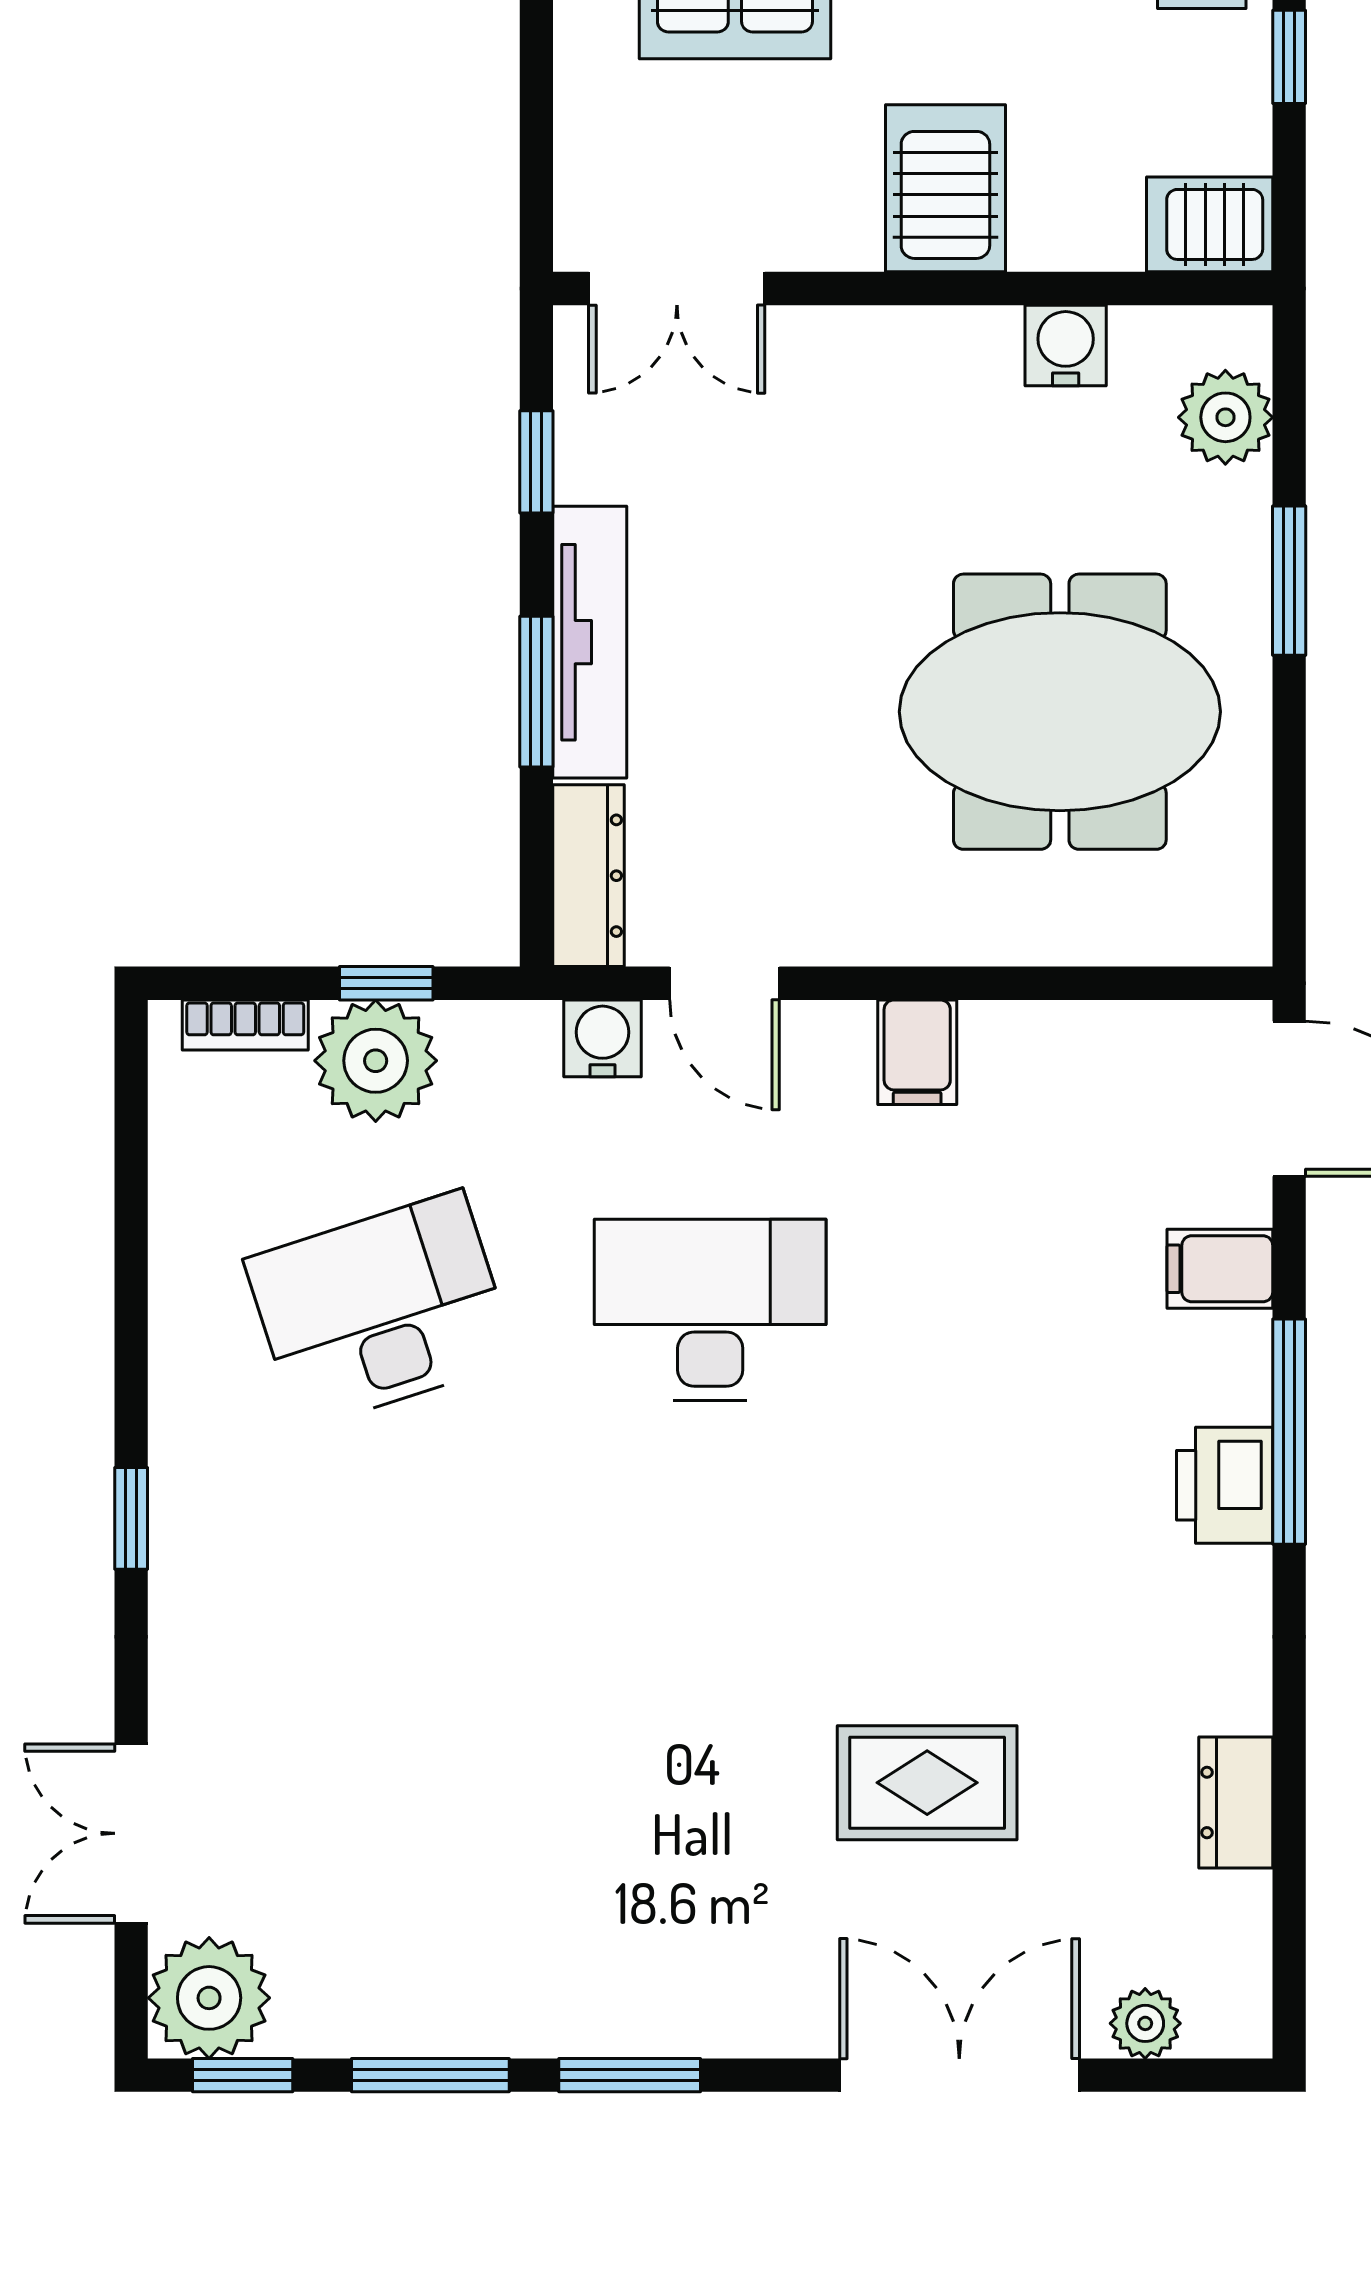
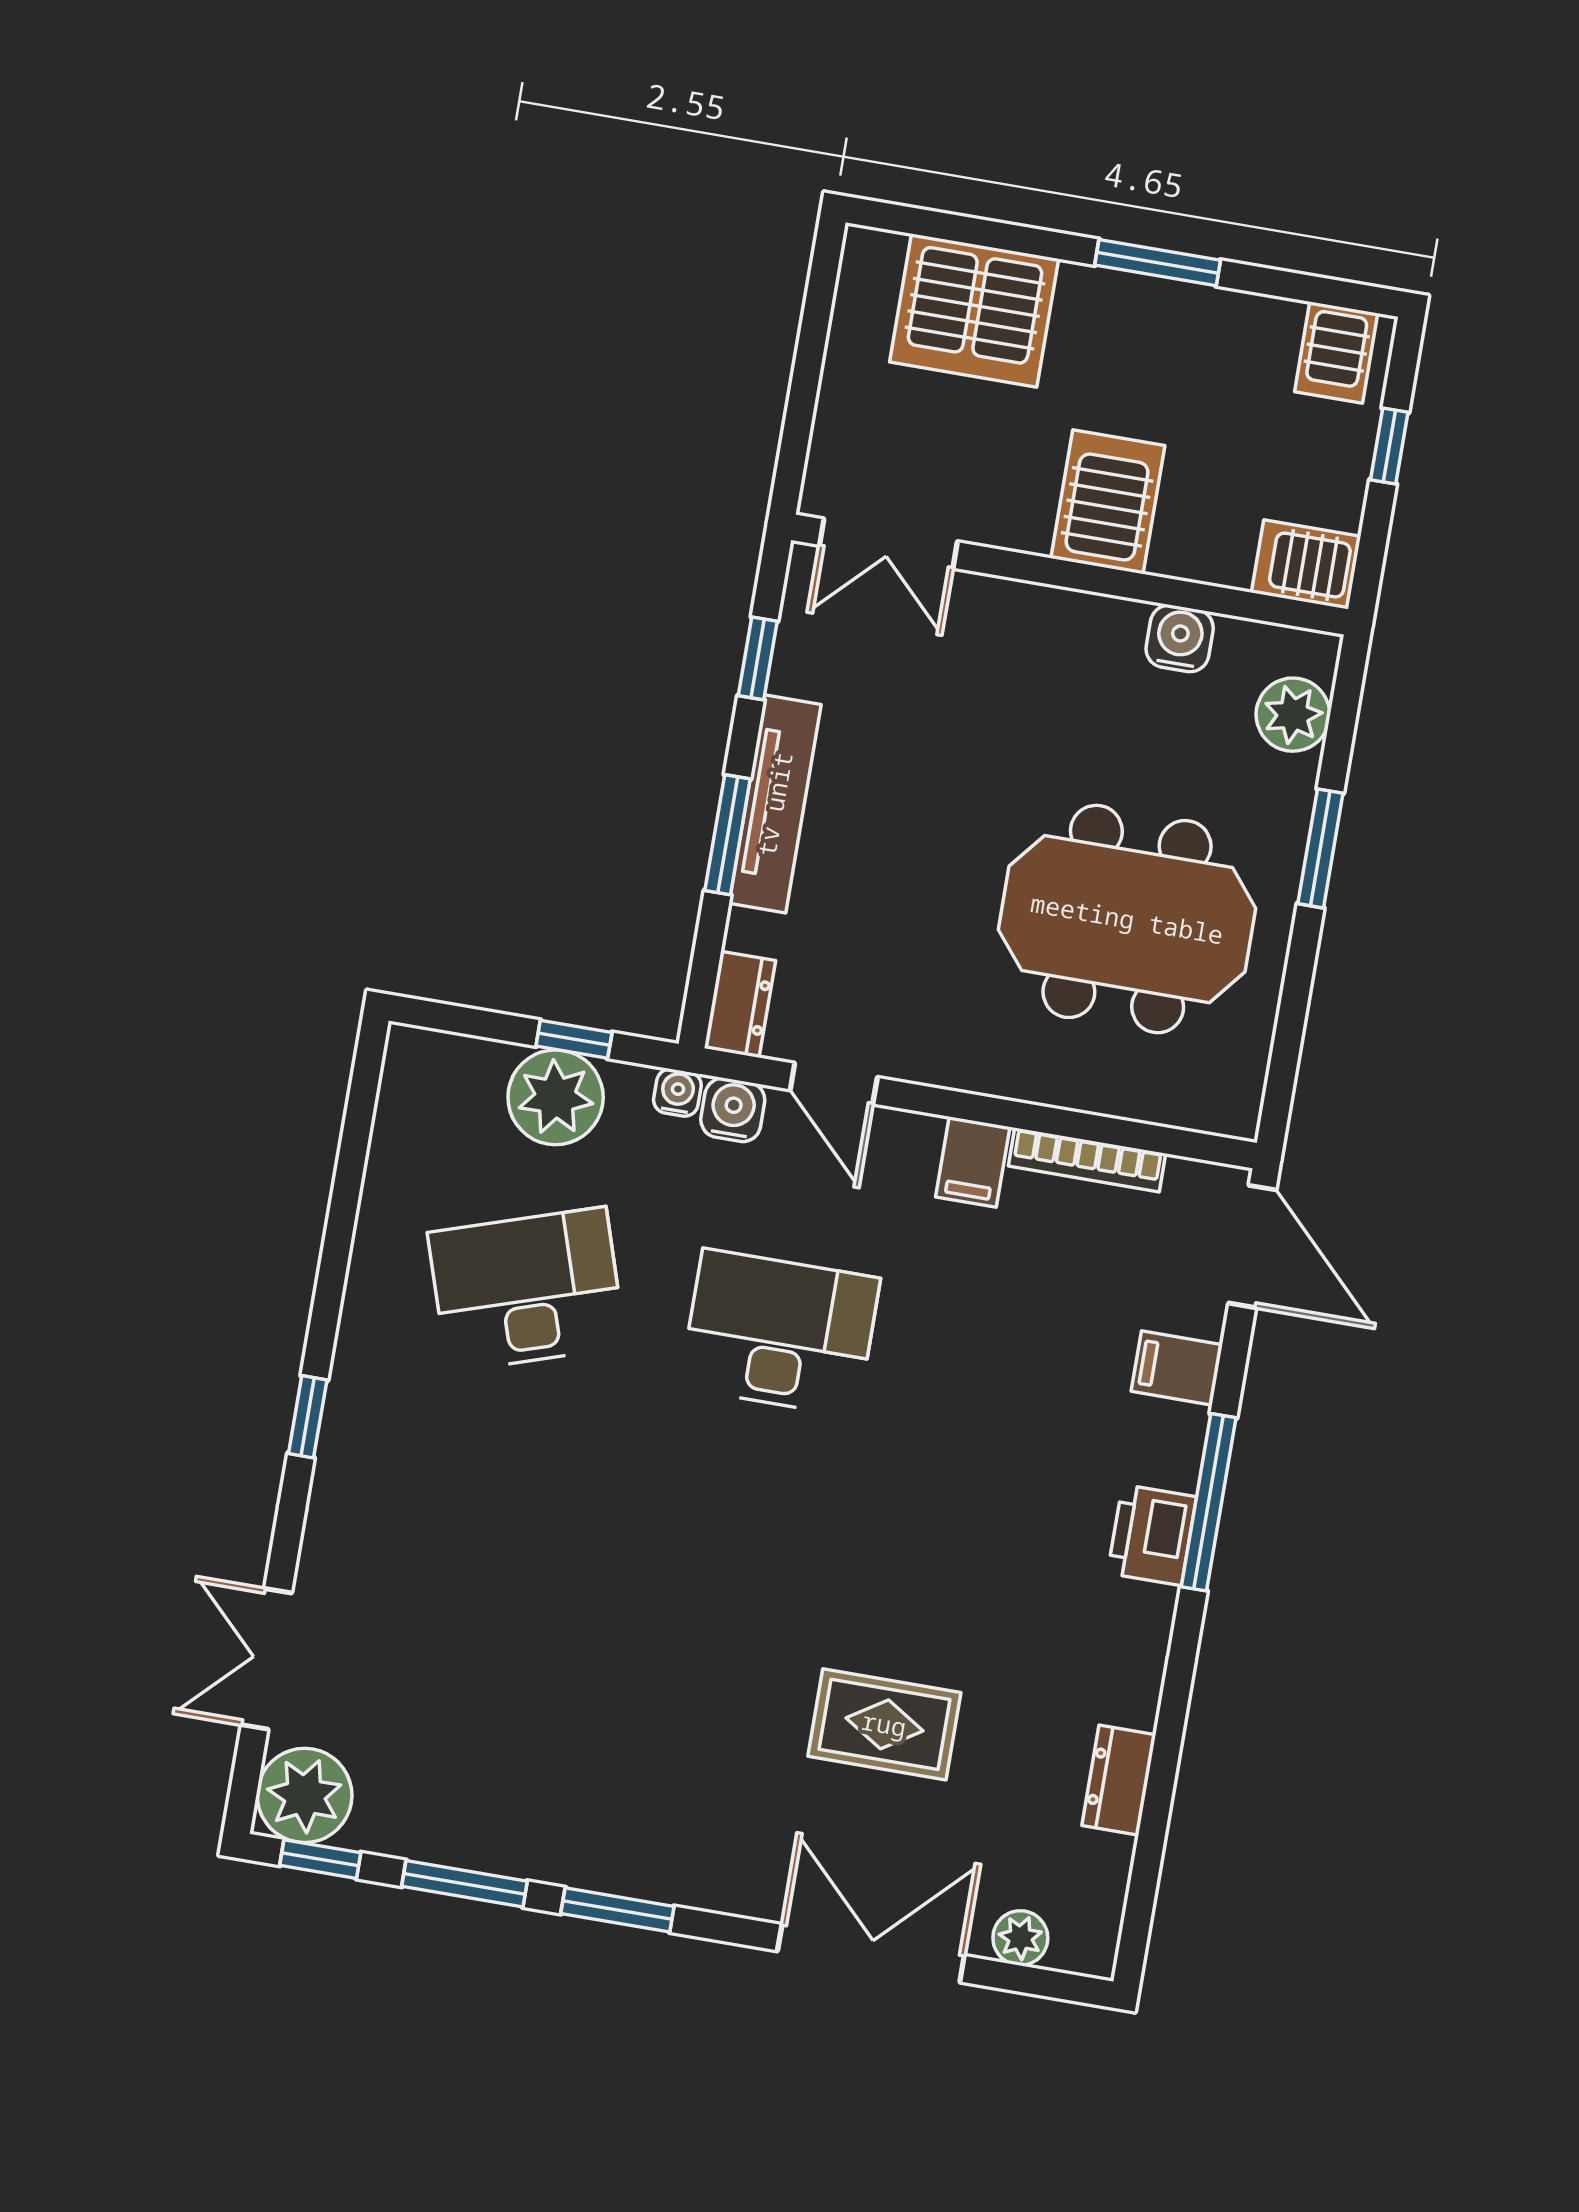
dresser: (589, 876) -> (740, 1004), width x0.70
bookcase: (245, 1025) -> (1087, 1160), moved, width x1.56
water cooler: (529, 1028) -> (677, 1093), added

